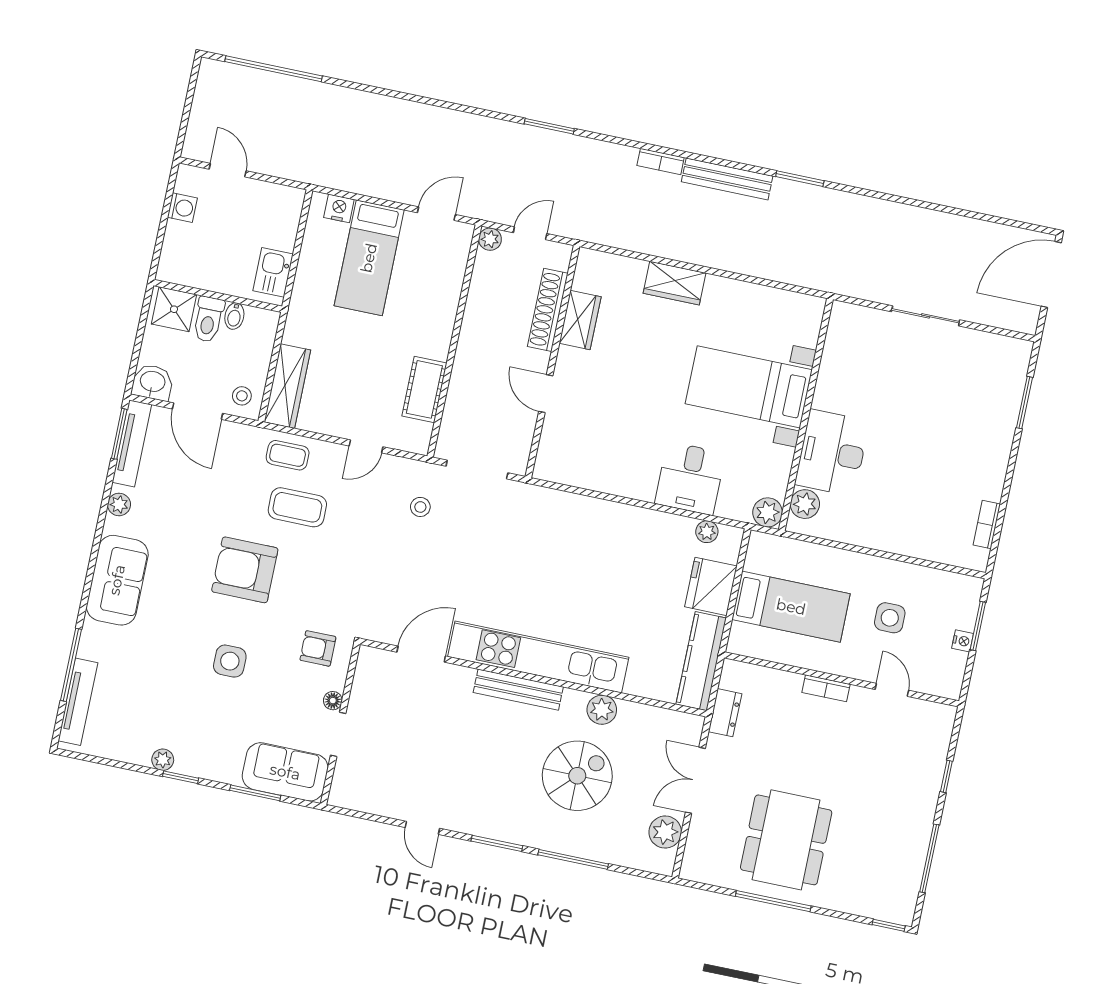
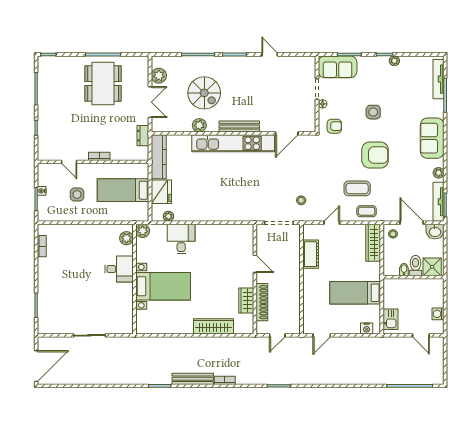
plant: (490, 239) -> (295, 329), removed
bed: (369, 258) -> (355, 293), moved, turned -90
kitchen sink: (273, 272) -> (391, 319), moved
wardrobe: (675, 283) -> (213, 326), width x1.50
desk: (832, 453) -> (119, 269), width x0.73
spiral stairs: (577, 776) -> (204, 93), turned -90

